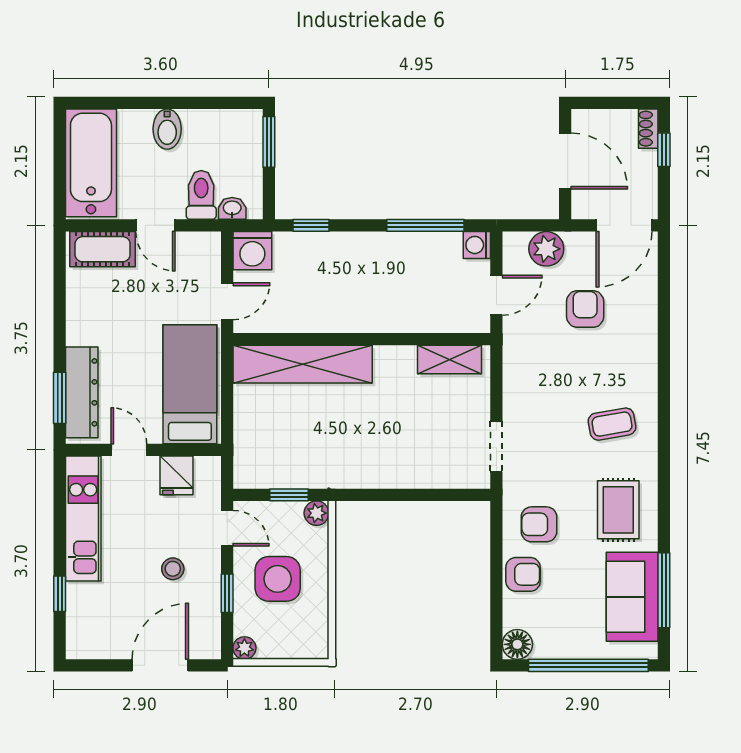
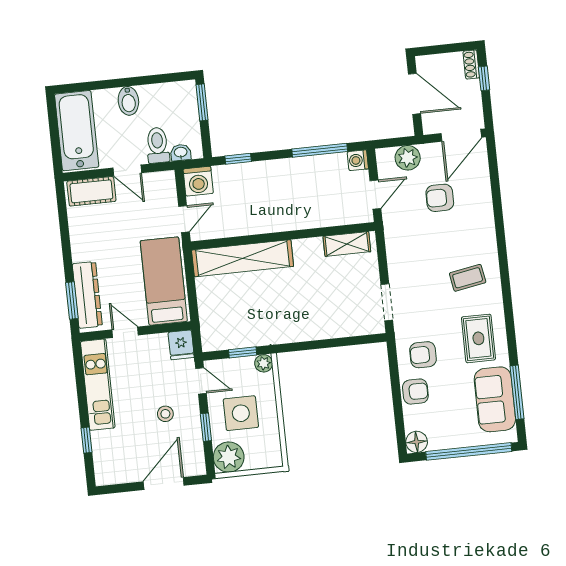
armchair: (585, 309) -> (440, 198), turned -90
fridge: (176, 475) -> (181, 345), moved
plant: (244, 648) -> (229, 457), width x1.88, depth x1.88

